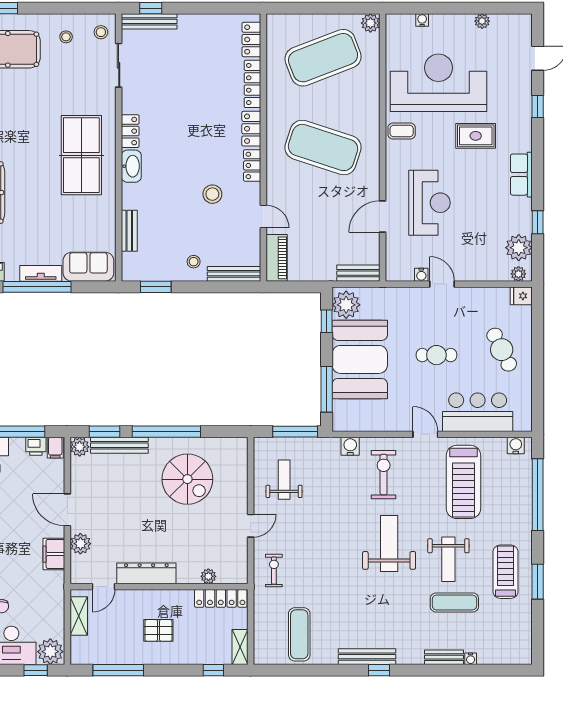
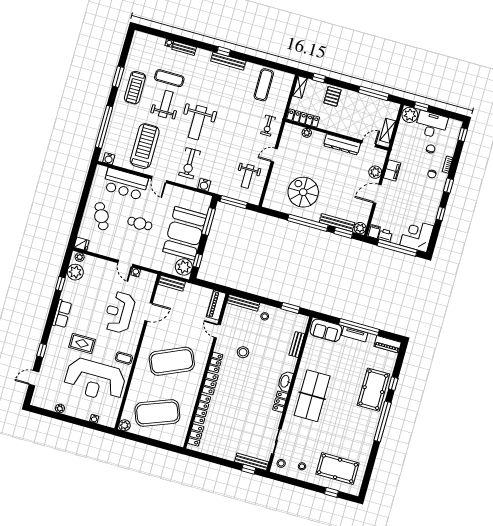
exercise mat: (323, 147) -> (172, 361), turned -42
door: (67, 510) -> (377, 194), swing flipped
pallet: (158, 630) -> (332, 96), moved, turned 90

